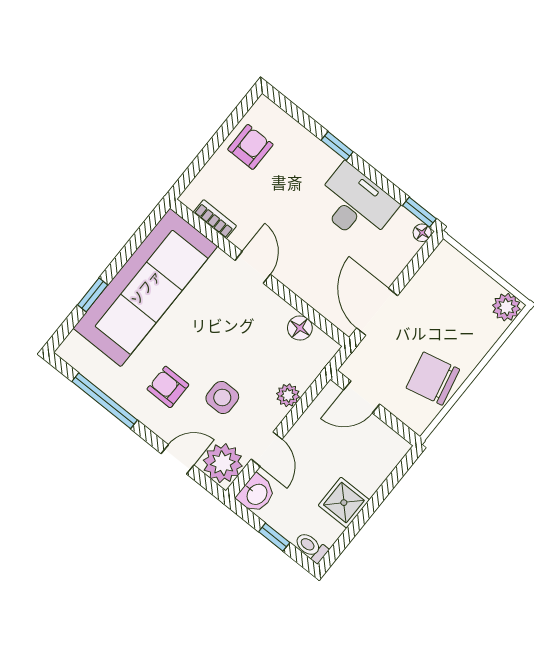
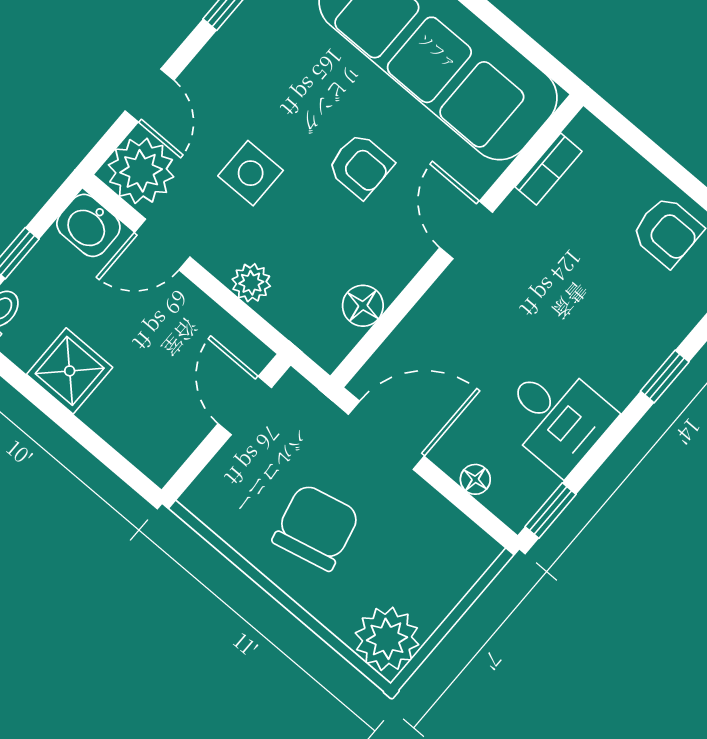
desk: (355, 204) -> (556, 417), width x0.73
floor lamp: (422, 233) -> (475, 479), moved
door: (253, 267) -> (466, 230), swing flipped
plant: (506, 307) -> (387, 639), width x1.36, depth x1.36
chair: (433, 379) -> (316, 527), moved
armchair: (168, 387) -> (360, 166), moved, turned 90

